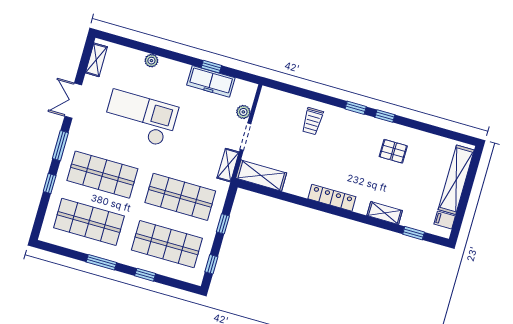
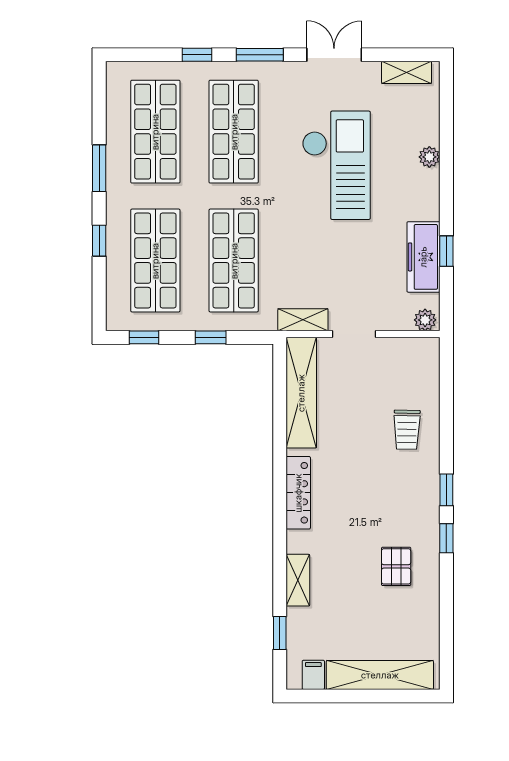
plant: (243, 112) -> (425, 320), moved
trolley: (312, 121) -> (407, 430), turned -89
shelving: (261, 176) -> (301, 393), width x1.47

